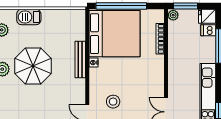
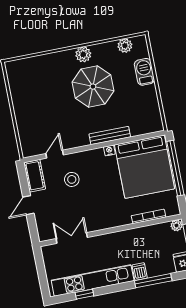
dishwasher: (208, 30) -> (140, 272), moved

